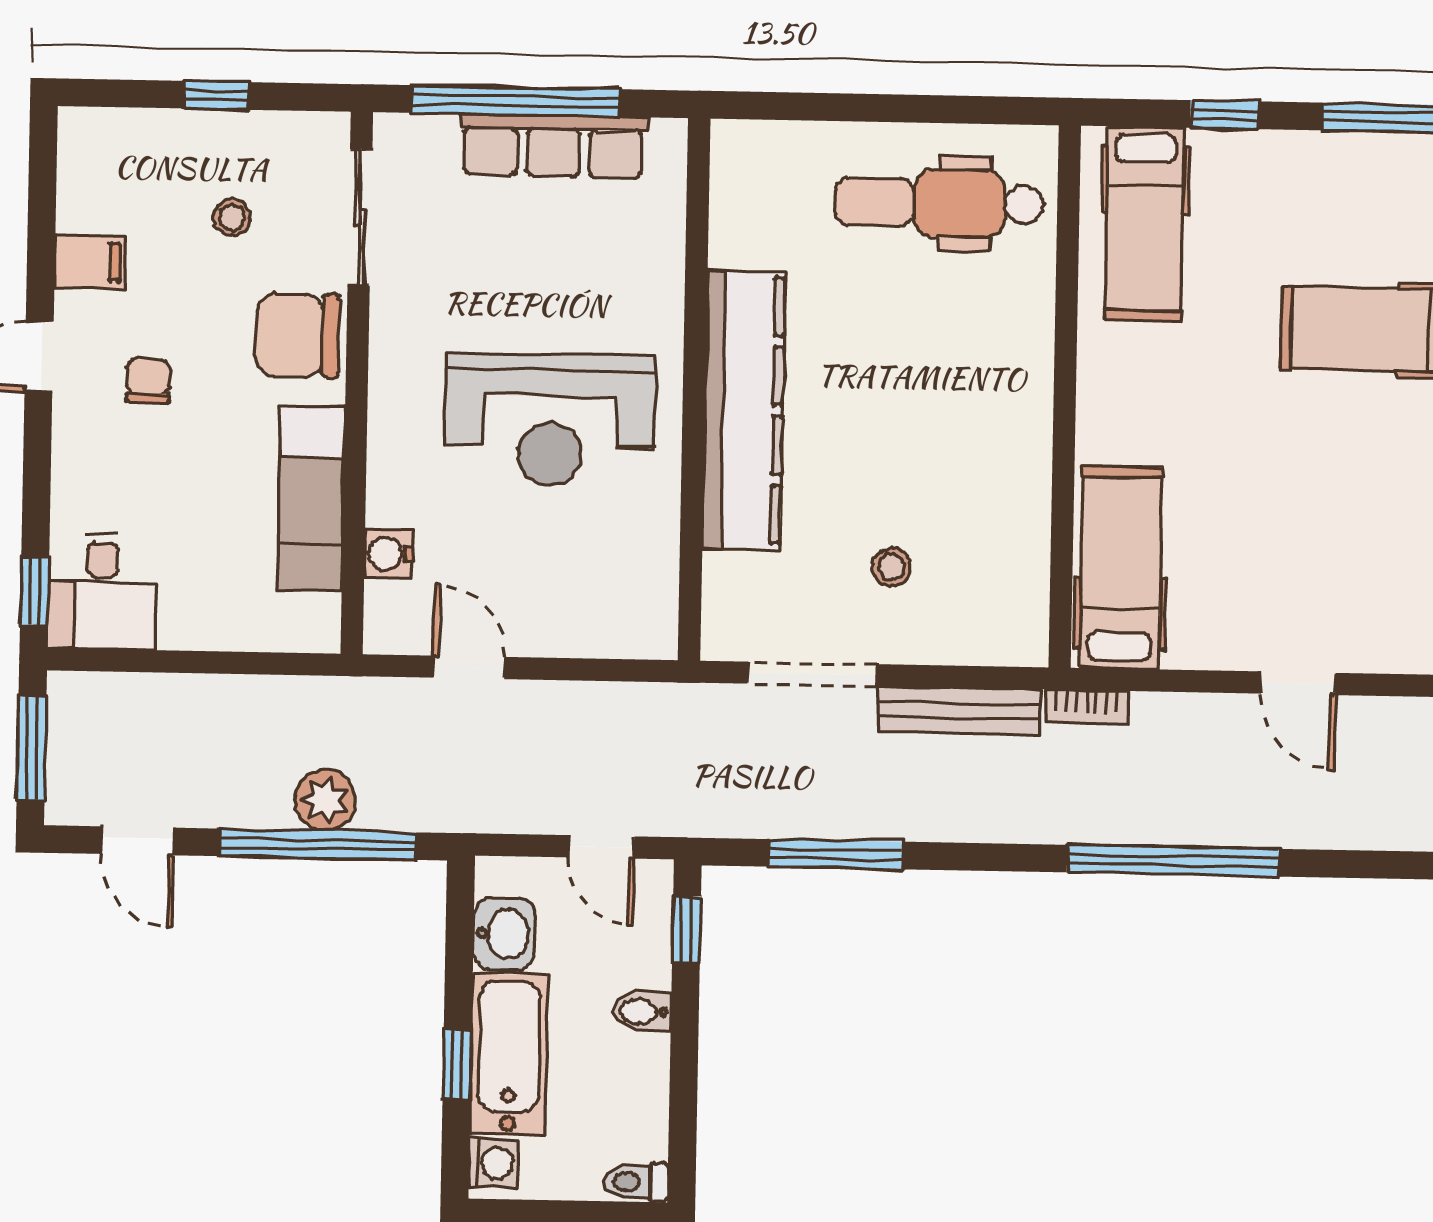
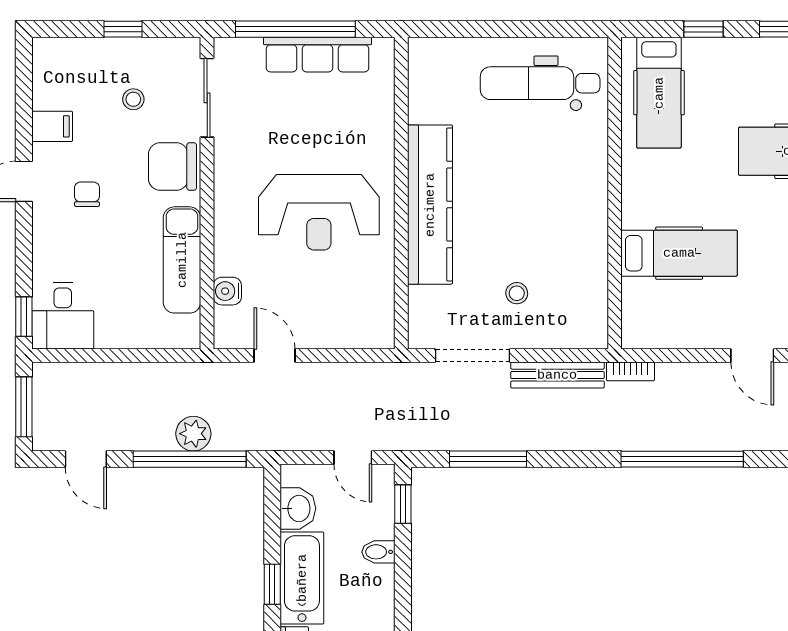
hospital bed: (1121, 568) -> (679, 253), moved, turned 90

